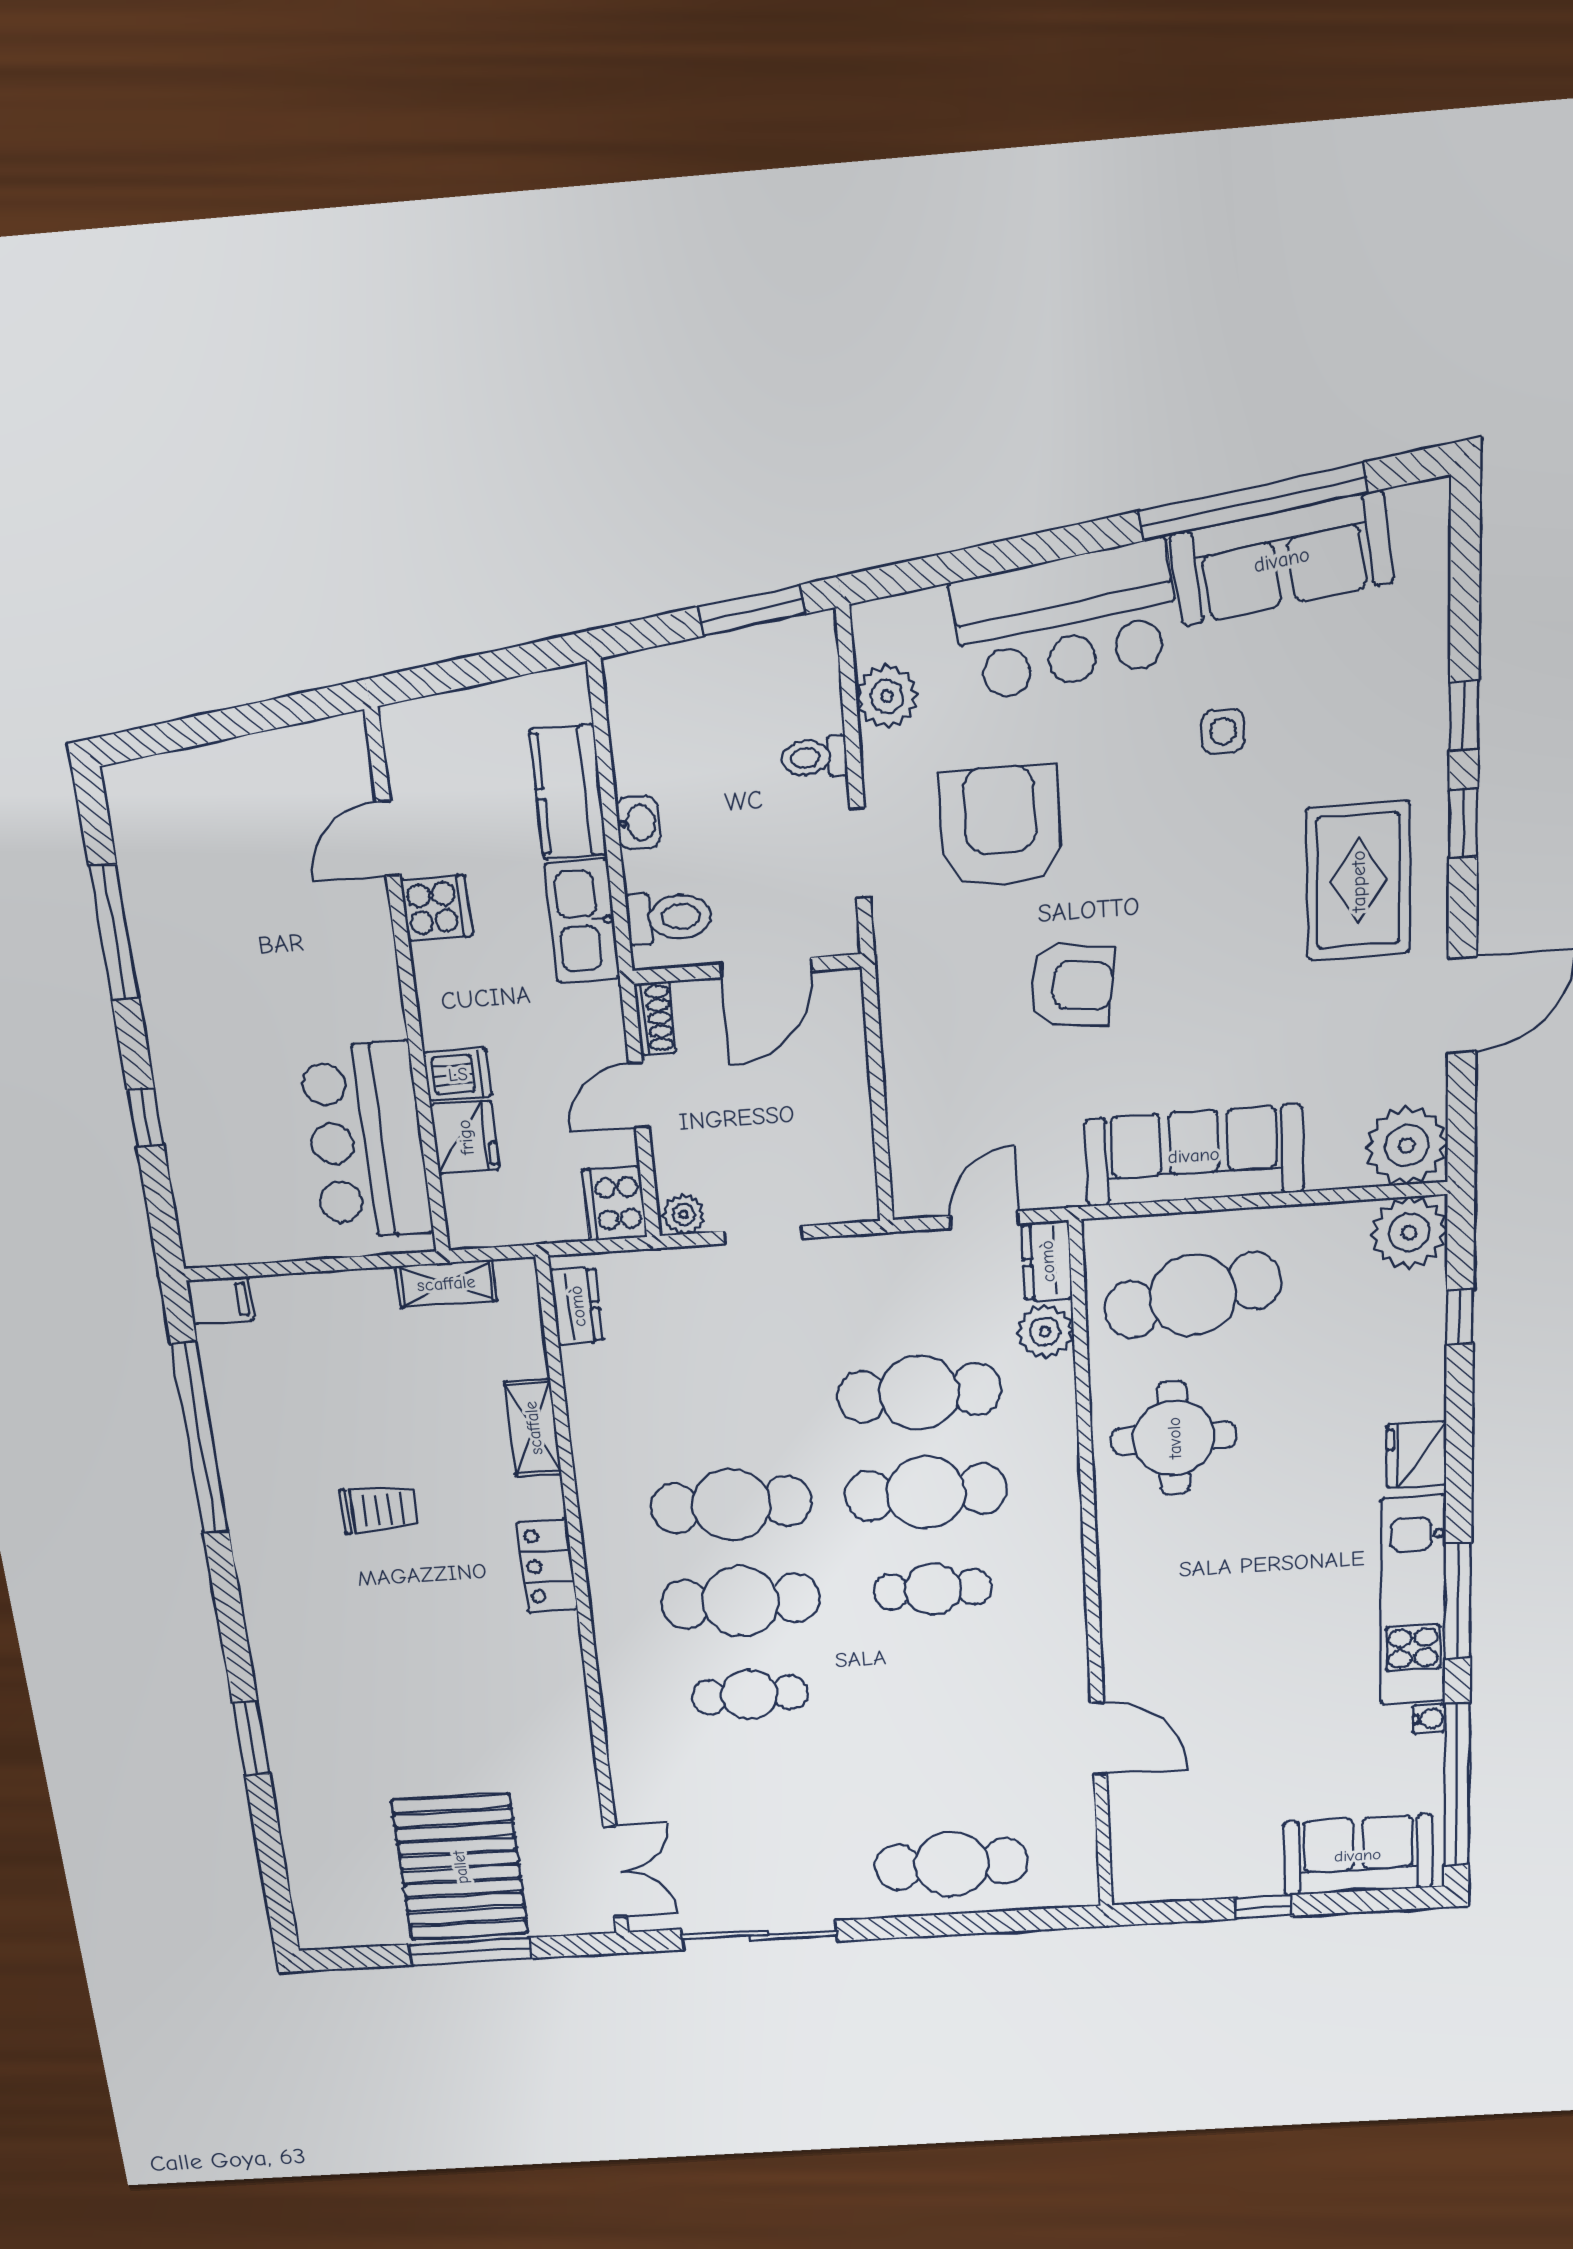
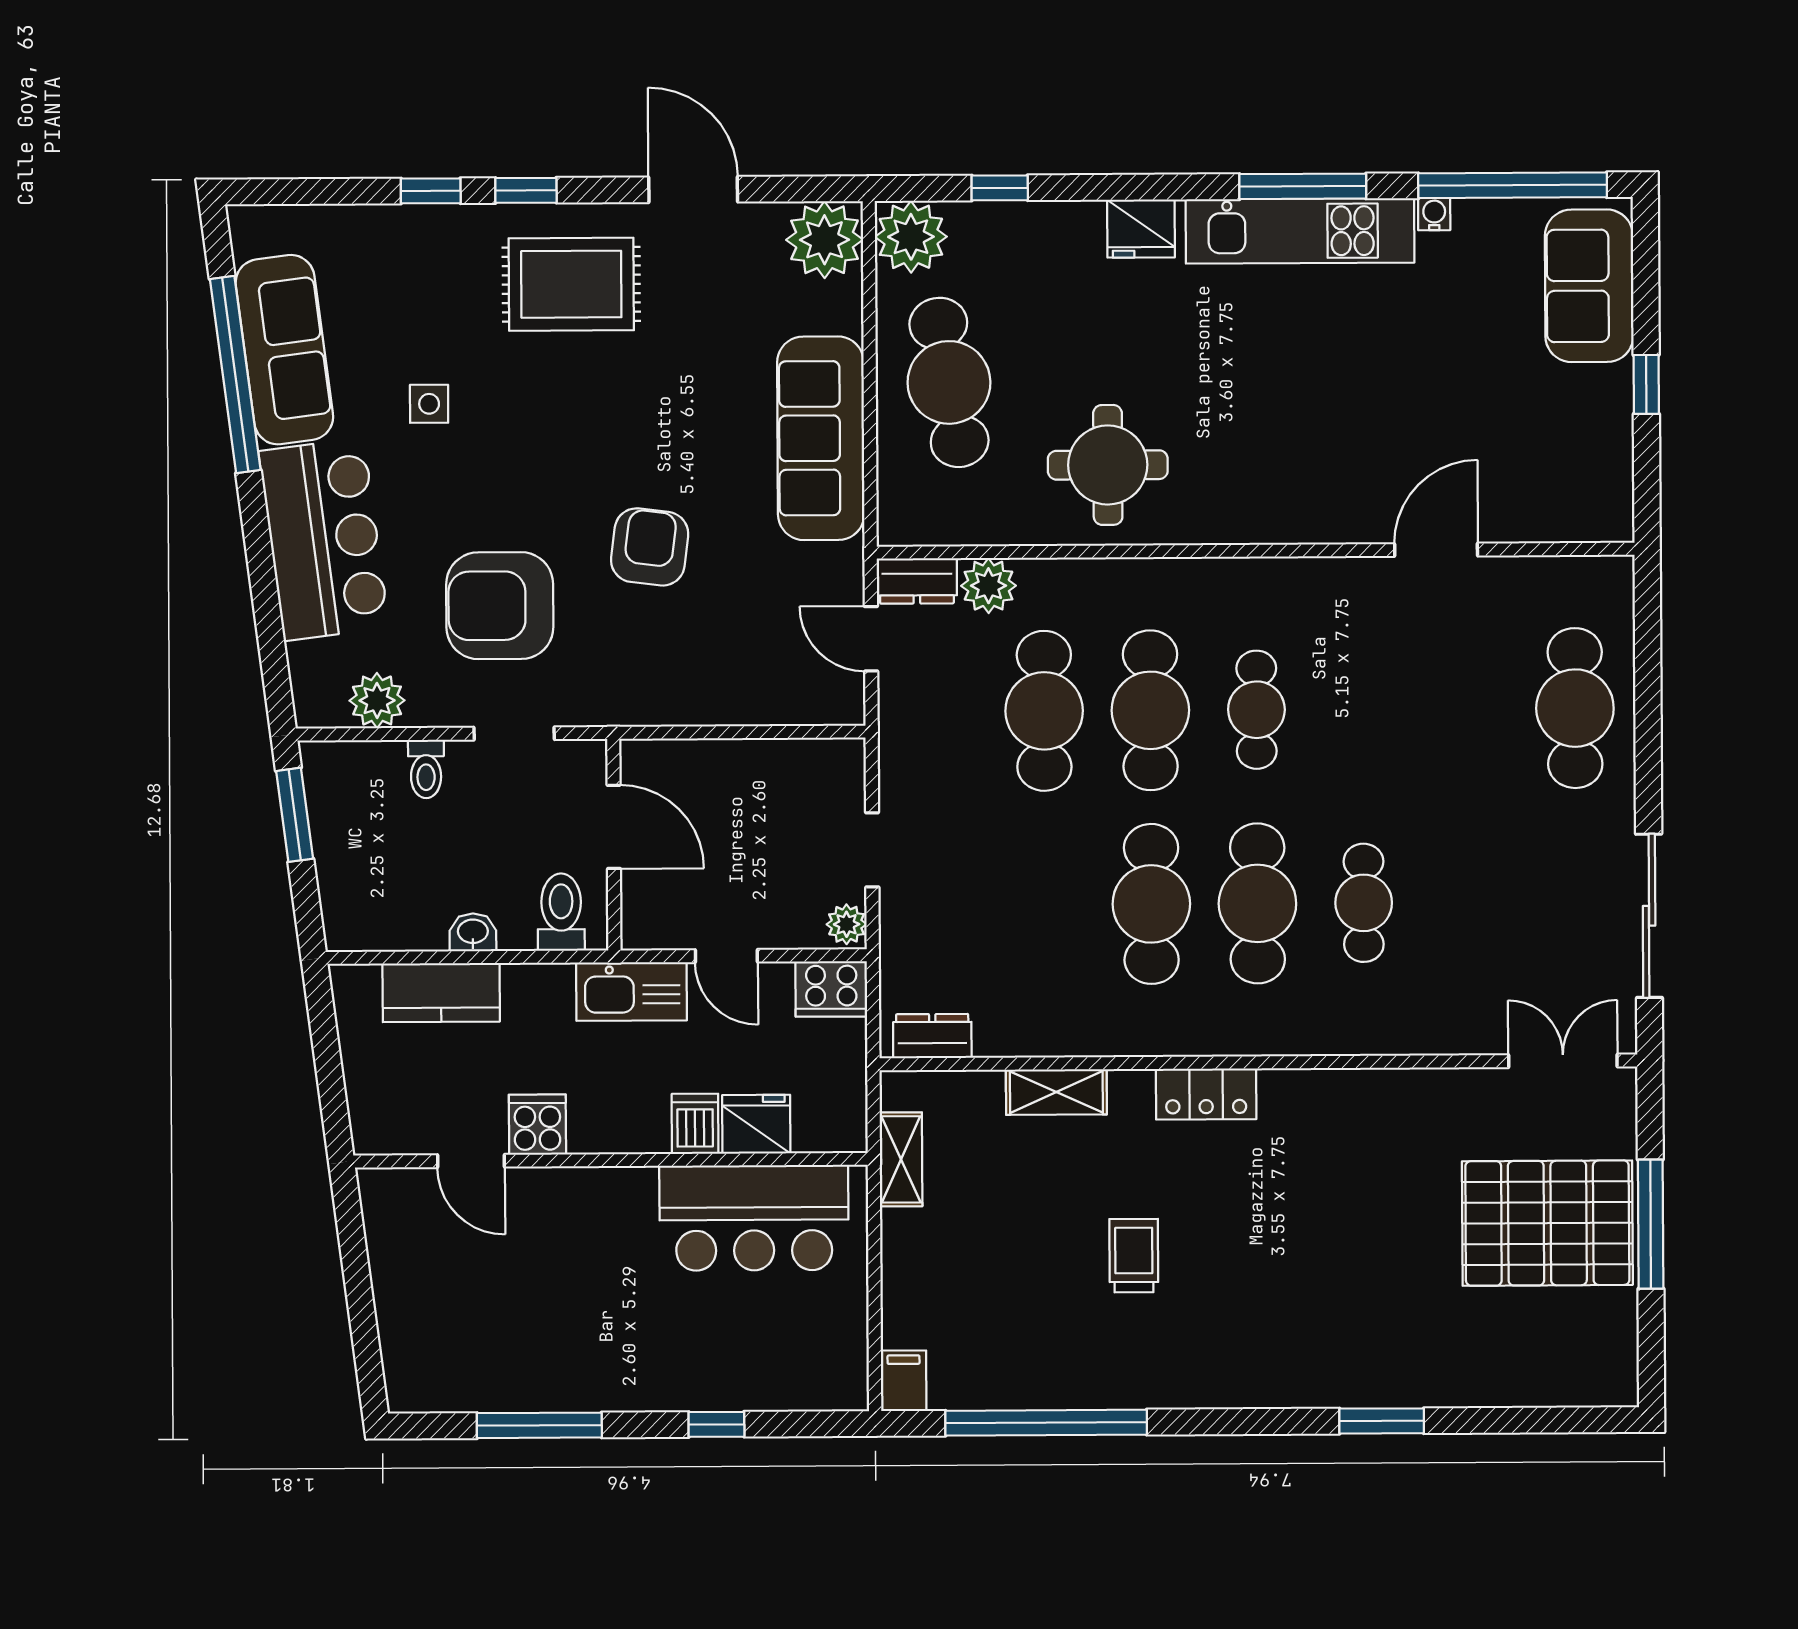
kitchen sink: (582, 921) -> (632, 991), moved
shoe rack: (655, 1018) -> (654, 934), removed
cafe table: (1193, 1295) -> (949, 382), moved

